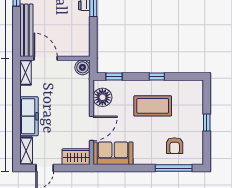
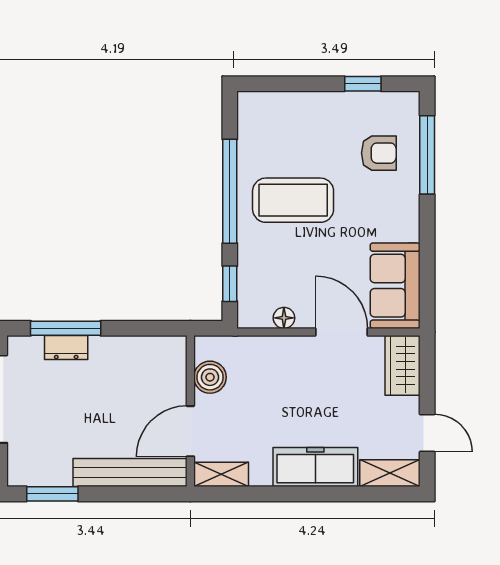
boiler: (82, 67) -> (210, 377), moved
window: (157, 77) -> (230, 191), width x3.17
floor lamp: (102, 97) -> (284, 318), width x0.53, depth x0.53
coffee table: (153, 106) -> (293, 200), turned 90
window: (207, 122) -> (363, 84), moved

